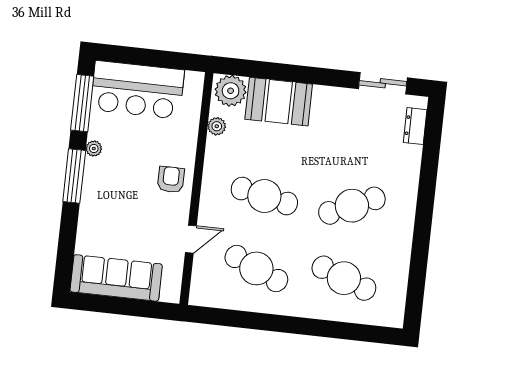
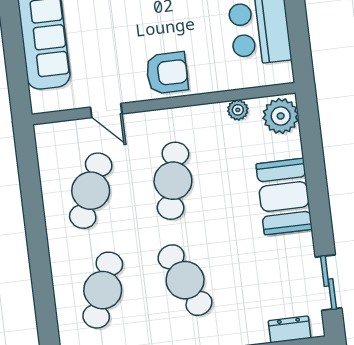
booth: (279, 102) -> (284, 197), moved
armchair: (171, 180) -> (167, 73), width x1.38, depth x1.38

